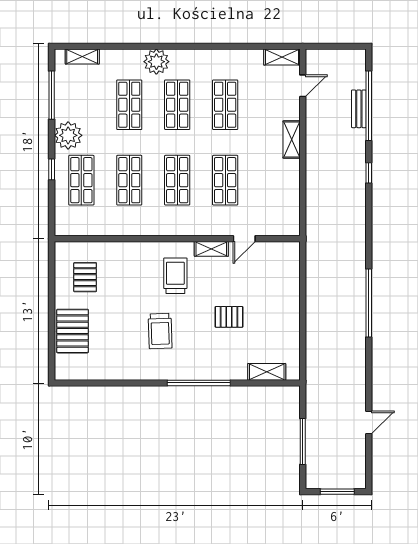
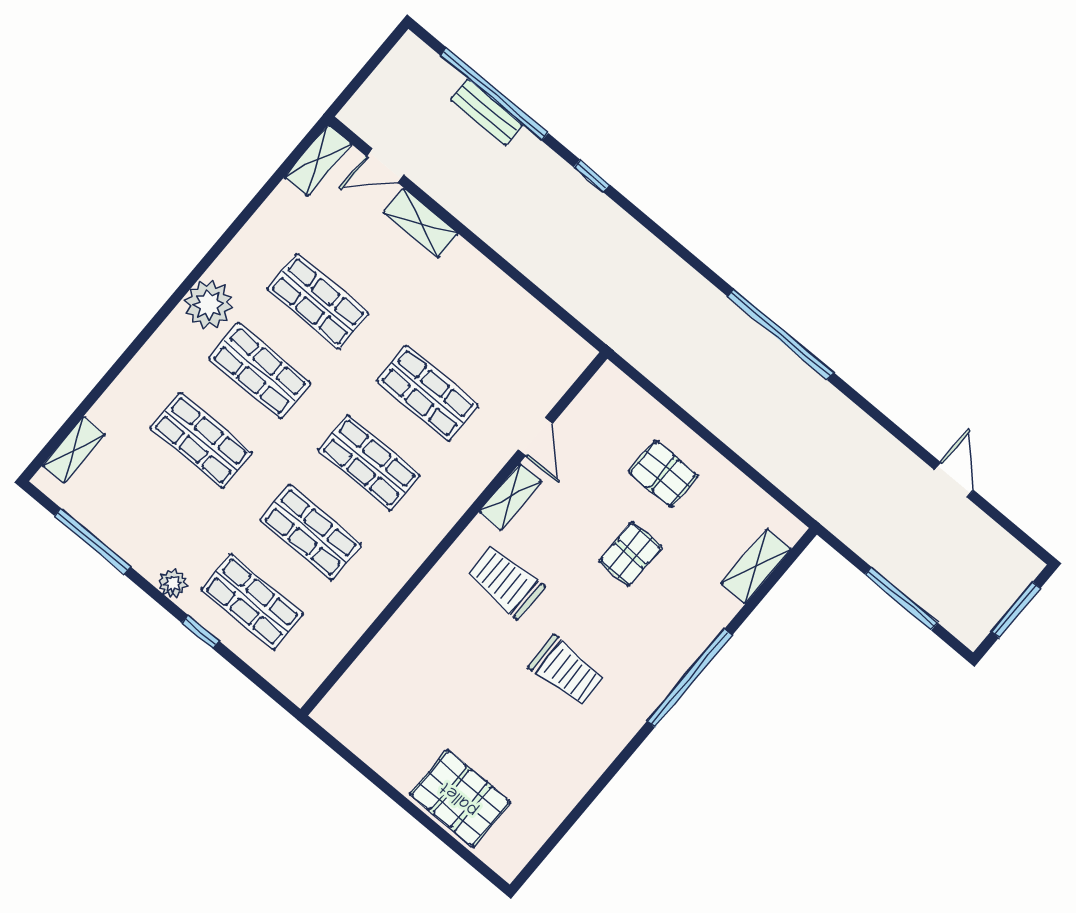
plant: (156, 62) -> (208, 305), moved
door: (303, 86) -> (385, 165), swing flipped
plant: (68, 135) -> (173, 584), width x0.53, depth x0.53
shelving: (292, 140) -> (421, 223), moved
pallet: (85, 277) -> (663, 474), moved

